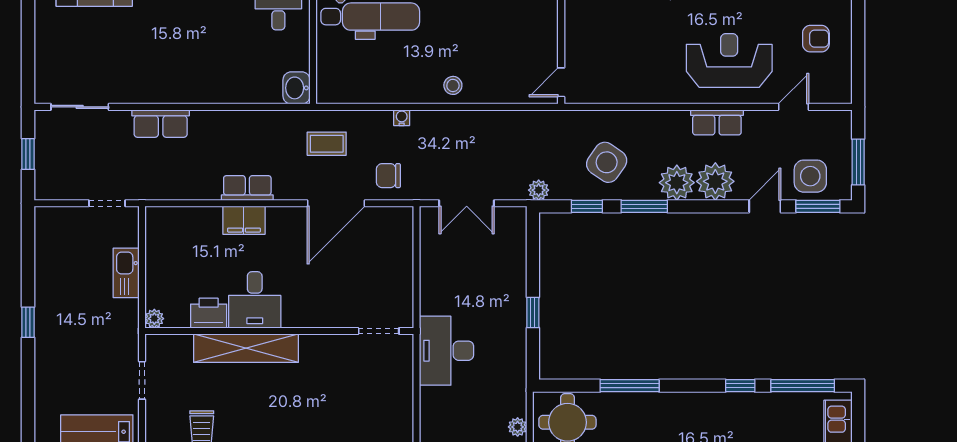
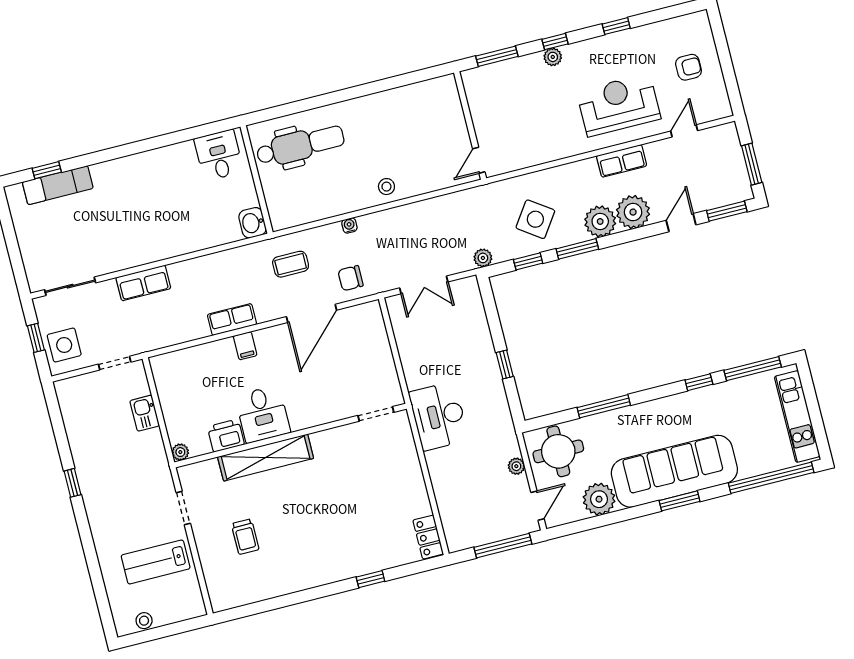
side table: (810, 176) -> (64, 345), moved
filing cabinet: (244, 220) -> (245, 346), width x0.50
kitchen sink: (126, 273) -> (145, 413), width x0.73

